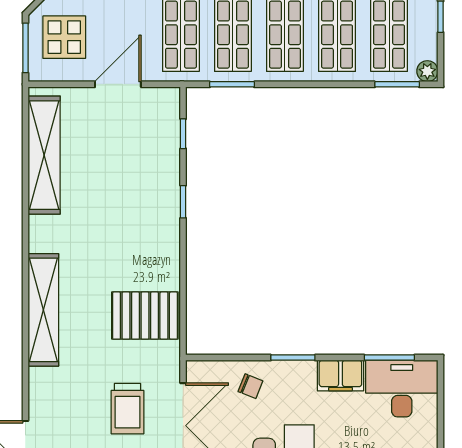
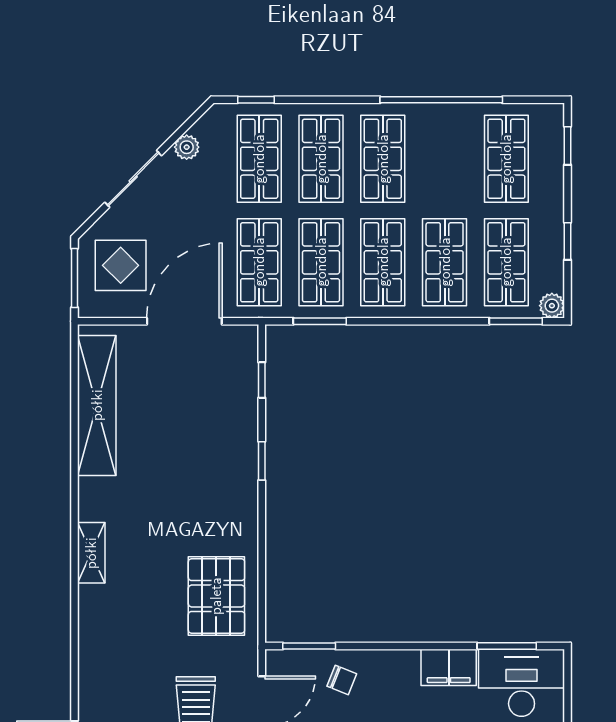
door: (118, 84) -> (184, 321), width x1.36
shelving: (43, 310) -> (91, 553), width x0.45, depth x0.75
pallet: (145, 316) -> (216, 596), turned 90
window: (293, 358) -> (309, 646), moved

